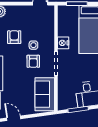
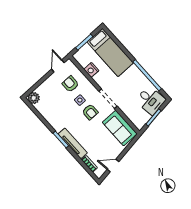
armchair: (14, 37) -> (70, 84), moved
nightstand: (63, 43) -> (91, 70), moved

